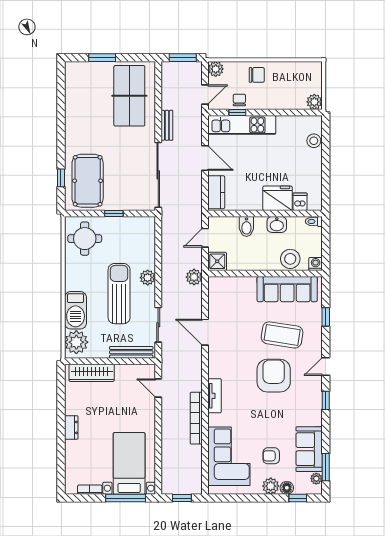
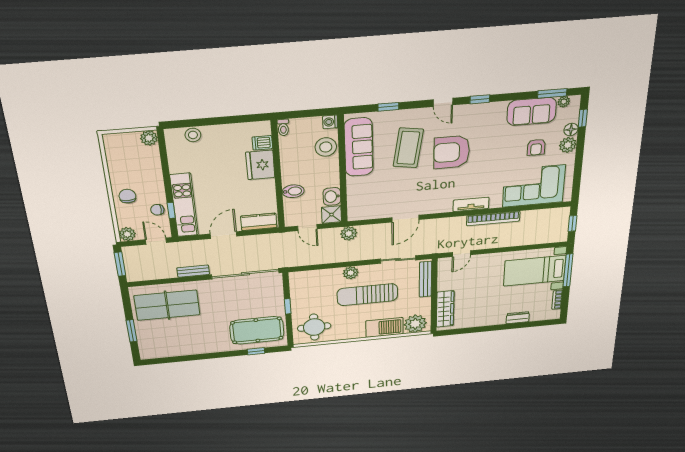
washbasin: (277, 224) -> (332, 197), moved, turned 180
dresser: (71, 427) -> (518, 318), moved

